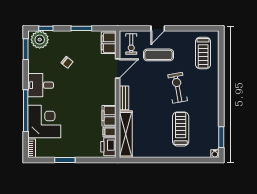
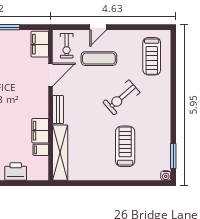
exercise bike: (178, 88) -> (121, 97), turned -121
printer: (108, 147) -> (16, 172), moved, turned 90

